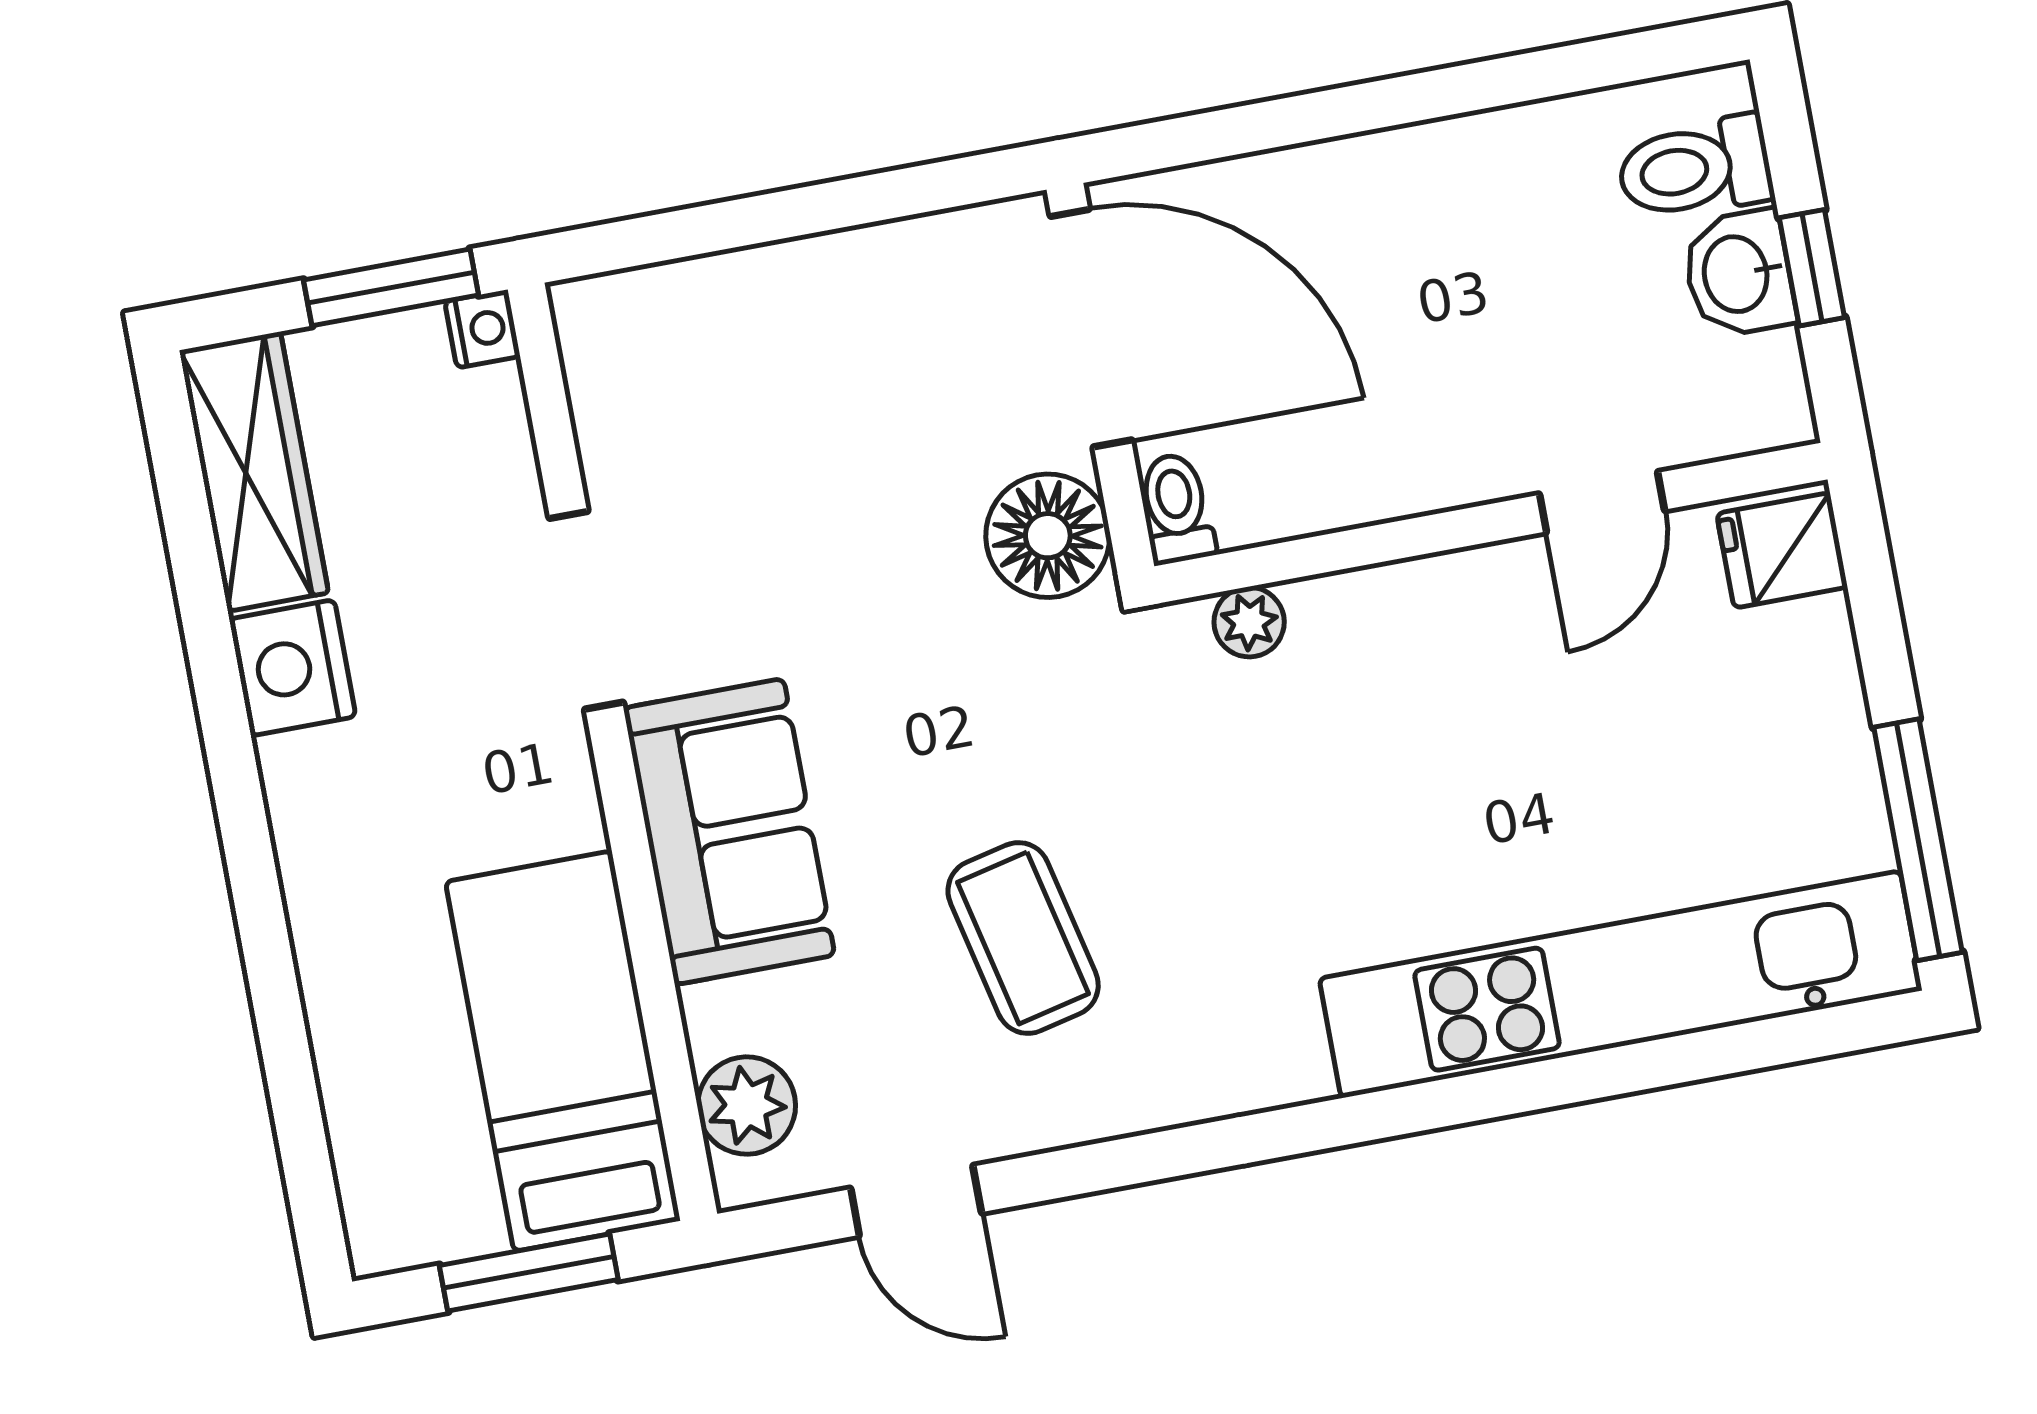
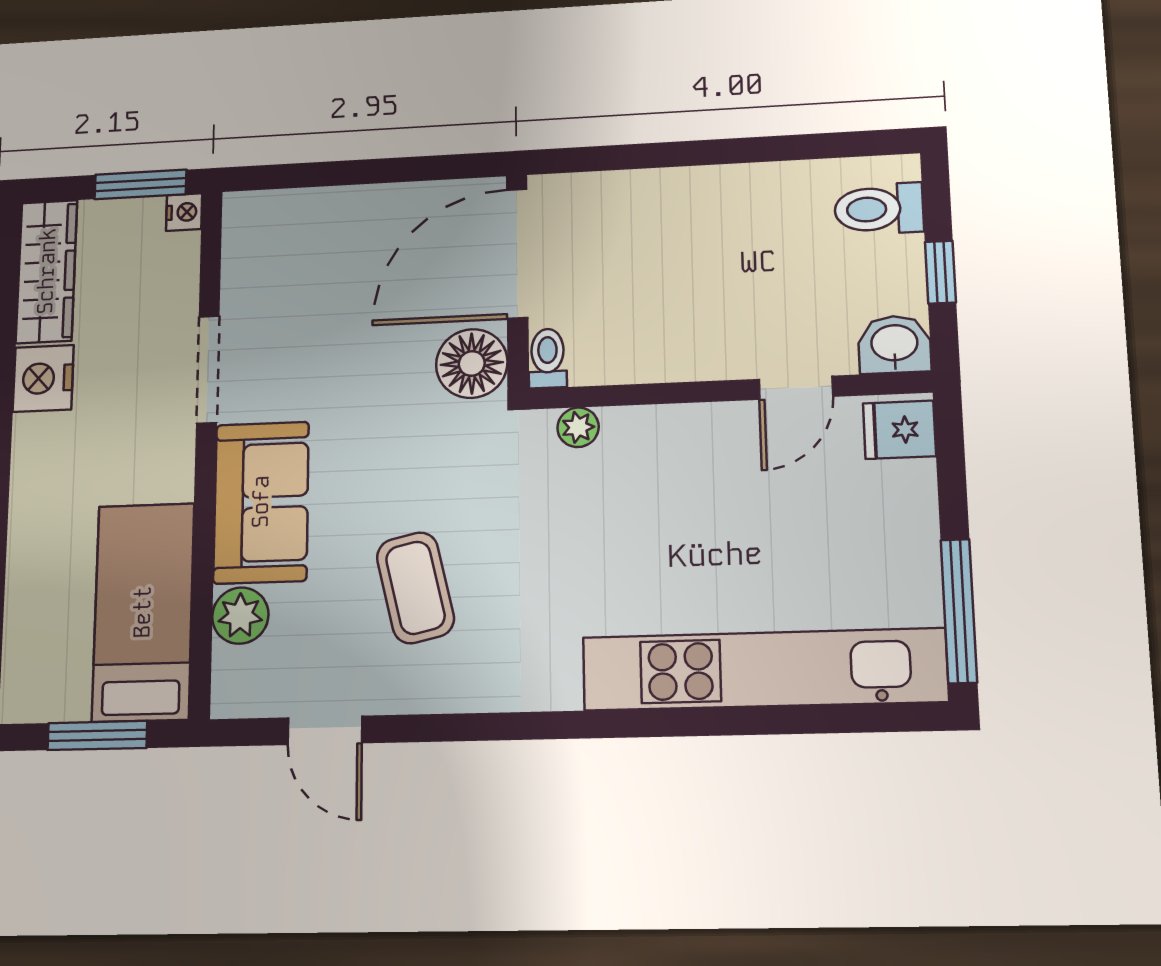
washbasin: (1739, 274) -> (894, 344), moved, turned 90
door: (1091, 328) -> (517, 253), swing flipped
plant: (747, 1106) -> (240, 616), moved

